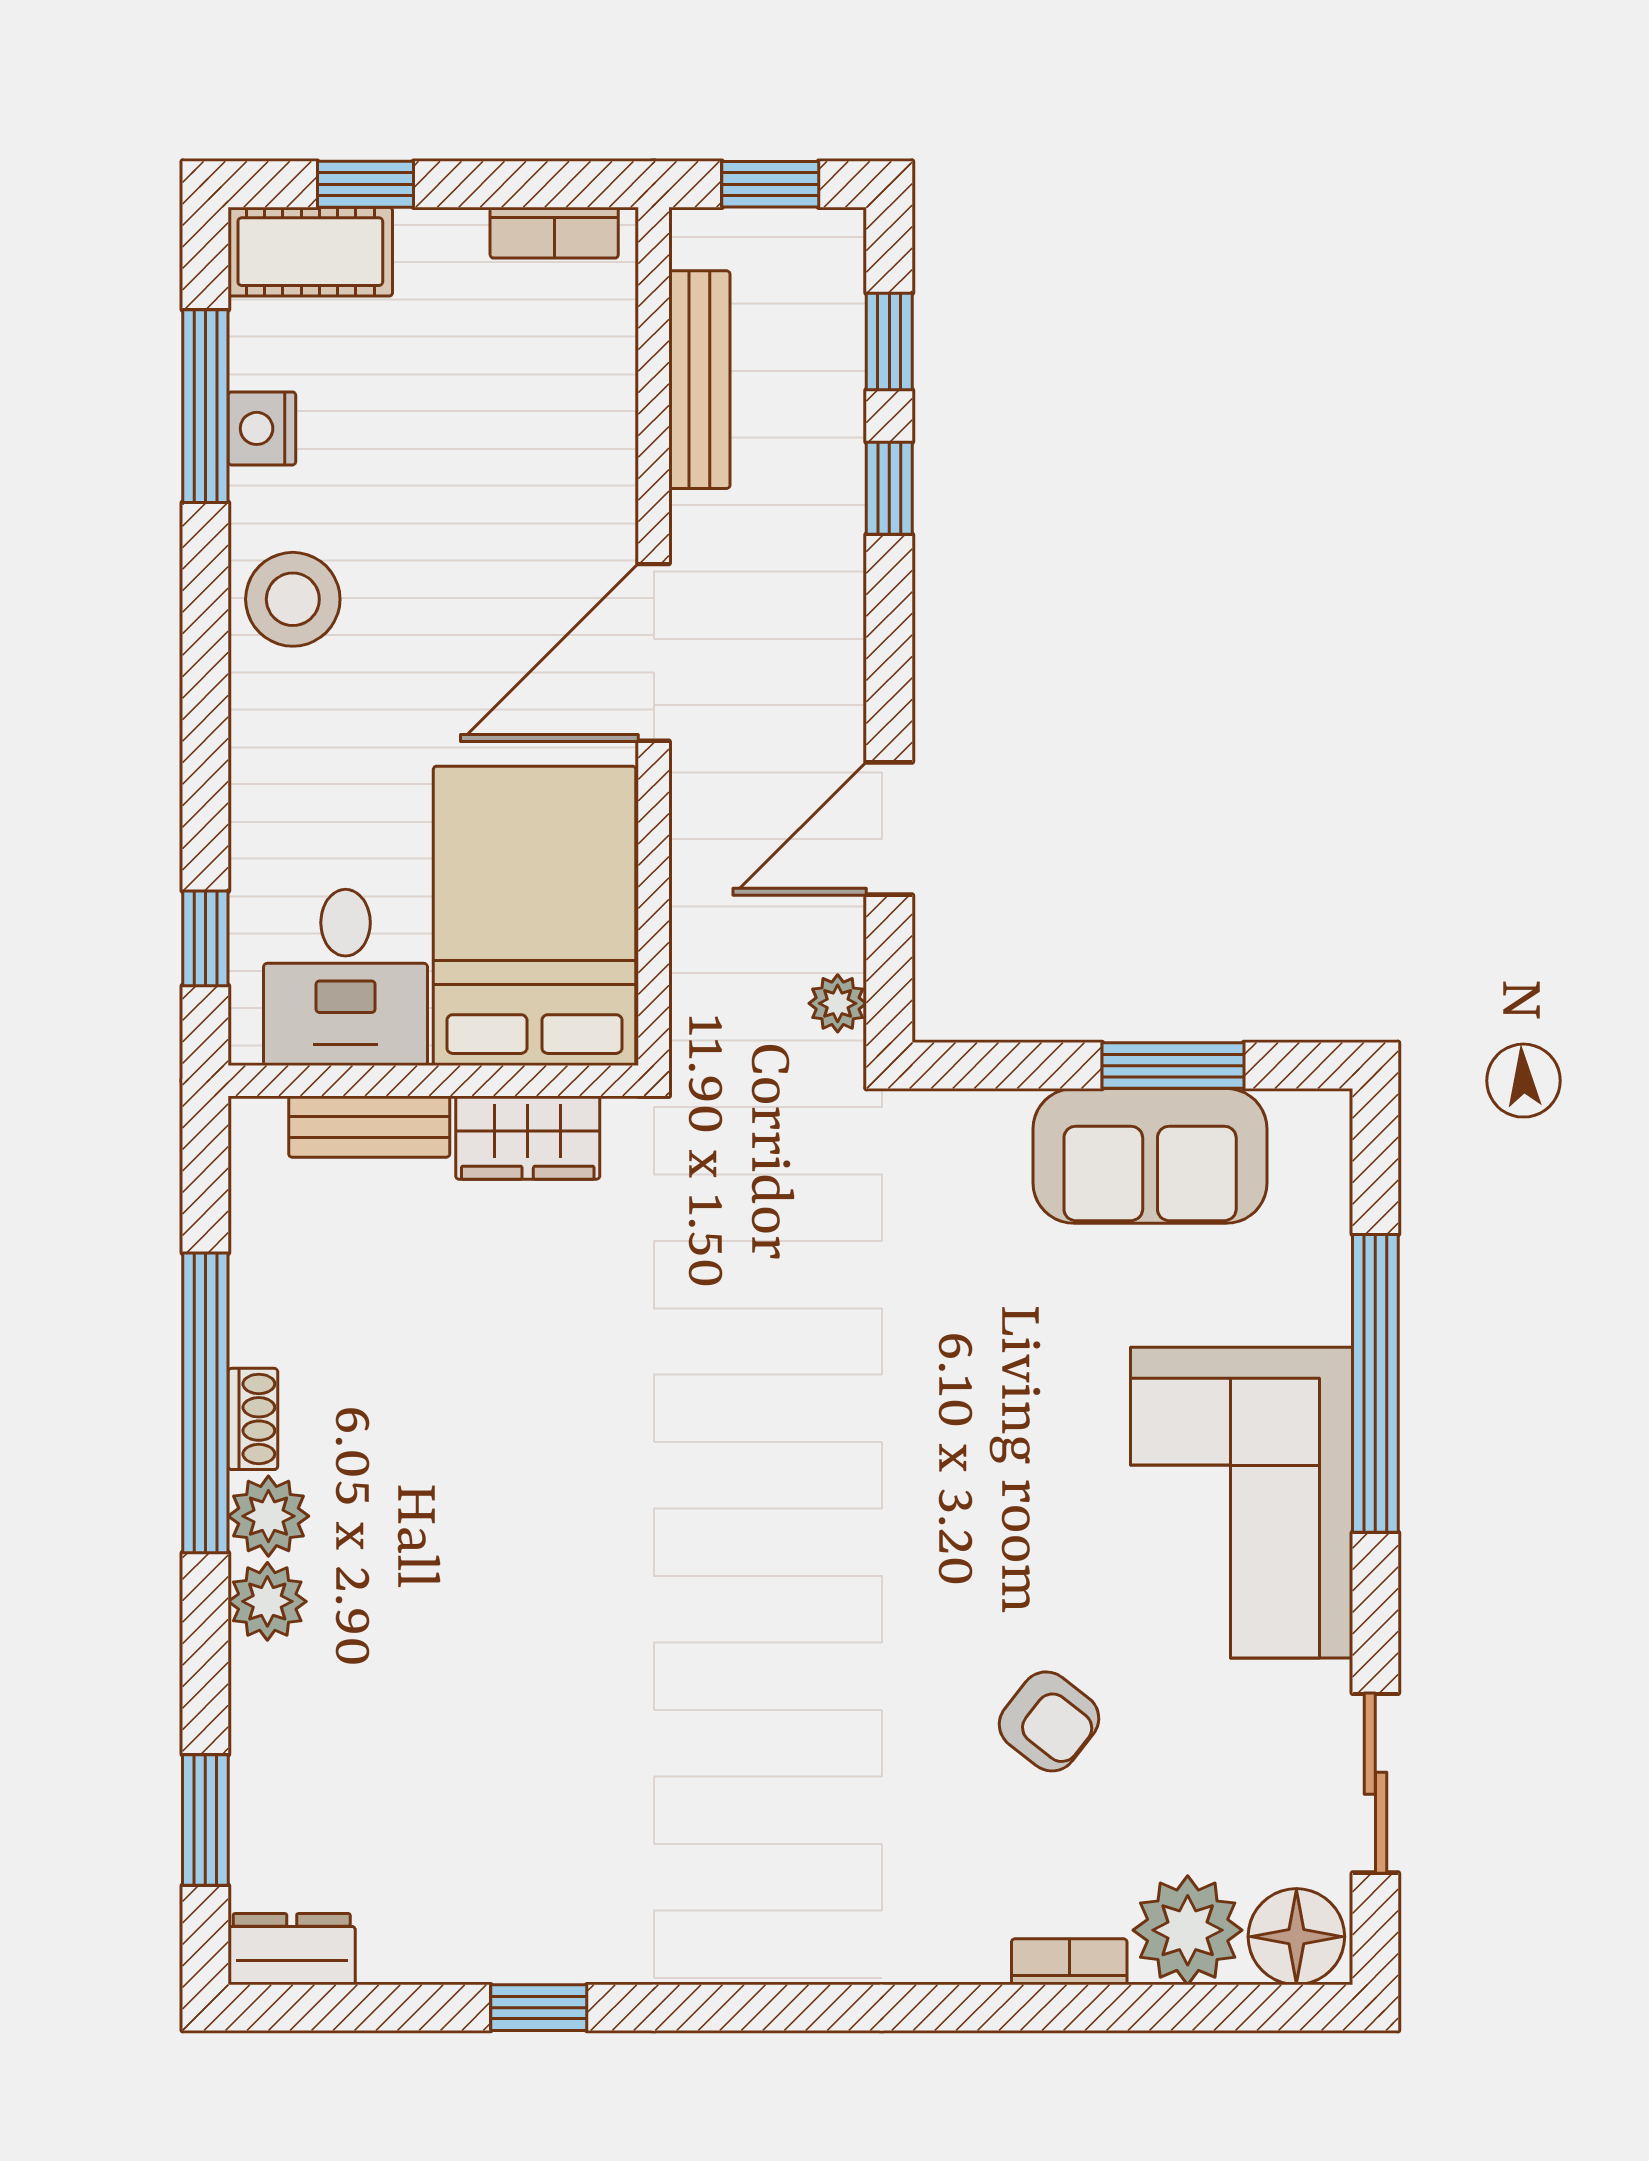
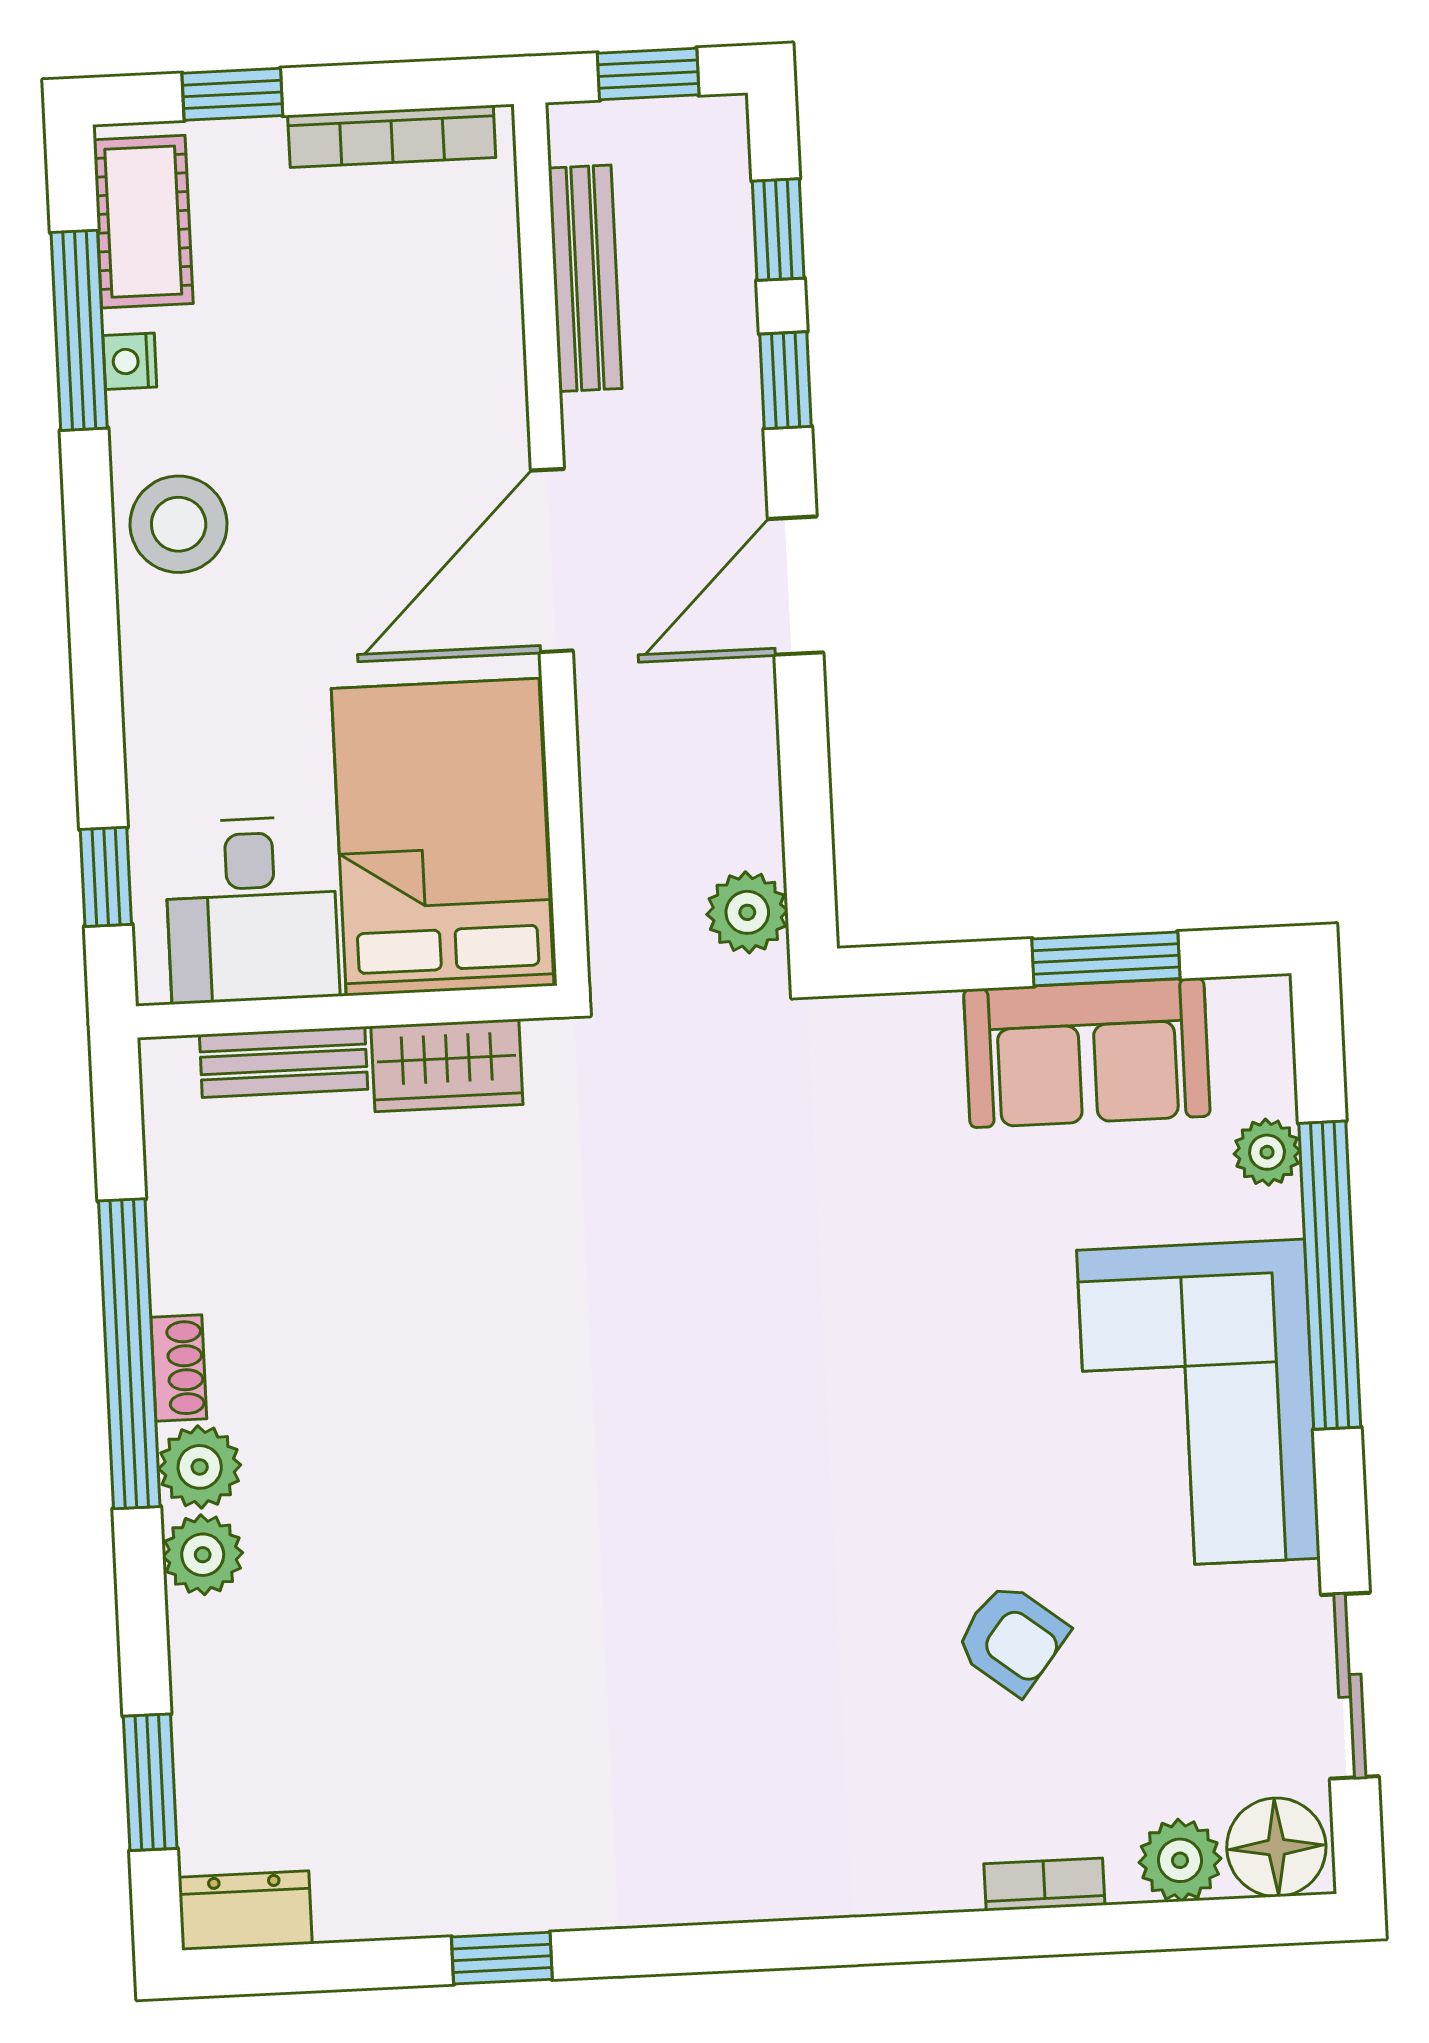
bookcase: (554, 233) -> (392, 136), width x1.56
cot: (310, 252) -> (143, 222), moved, turned 90
nightstand: (262, 428) -> (130, 361), width x0.72, depth x0.74
door: (889, 829) -> (796, 586), moved
plant: (838, 1003) -> (747, 912), width x1.38, depth x1.38
plant: (1320, 1261) -> (1267, 1152), added
plant: (1188, 1930) -> (1180, 1860), width x0.73, depth x0.73

